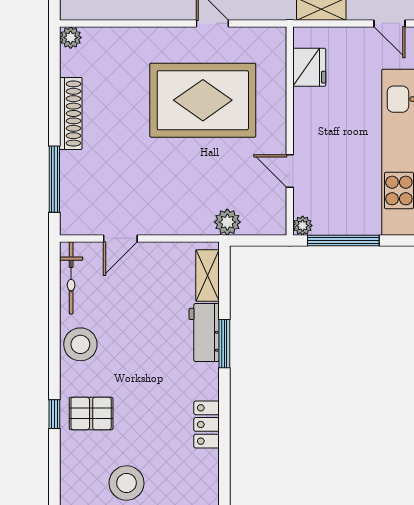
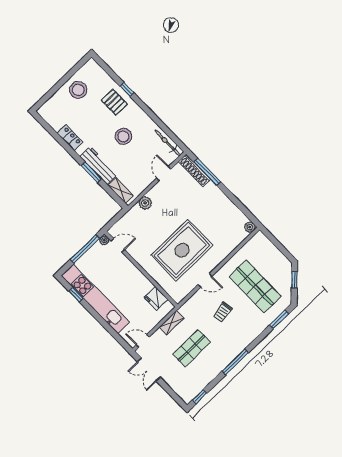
shoe rack: (71, 113) -> (195, 170), moved
door: (290, 171) -> (118, 245), moved
plant: (227, 222) -> (145, 203), moved
workbench: (204, 333) -> (99, 165), width x1.37
stool: (80, 344) -> (123, 136), moved
pallet: (91, 413) -> (114, 102), turned 90

